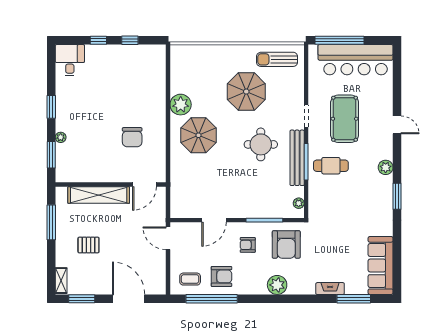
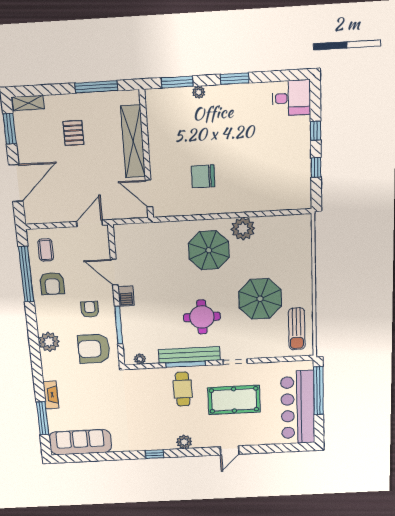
sun lounger: (277, 59) -> (297, 329), turned 180
window: (397, 196) -> (154, 454), width x0.67
barbecue: (237, 211) -> (126, 296), added

